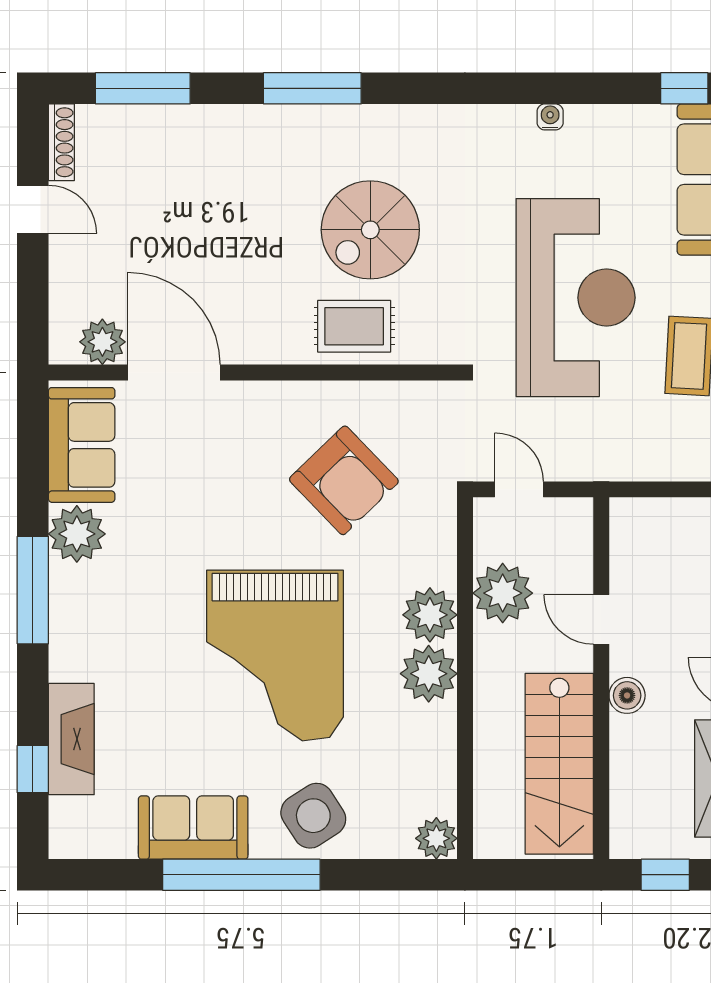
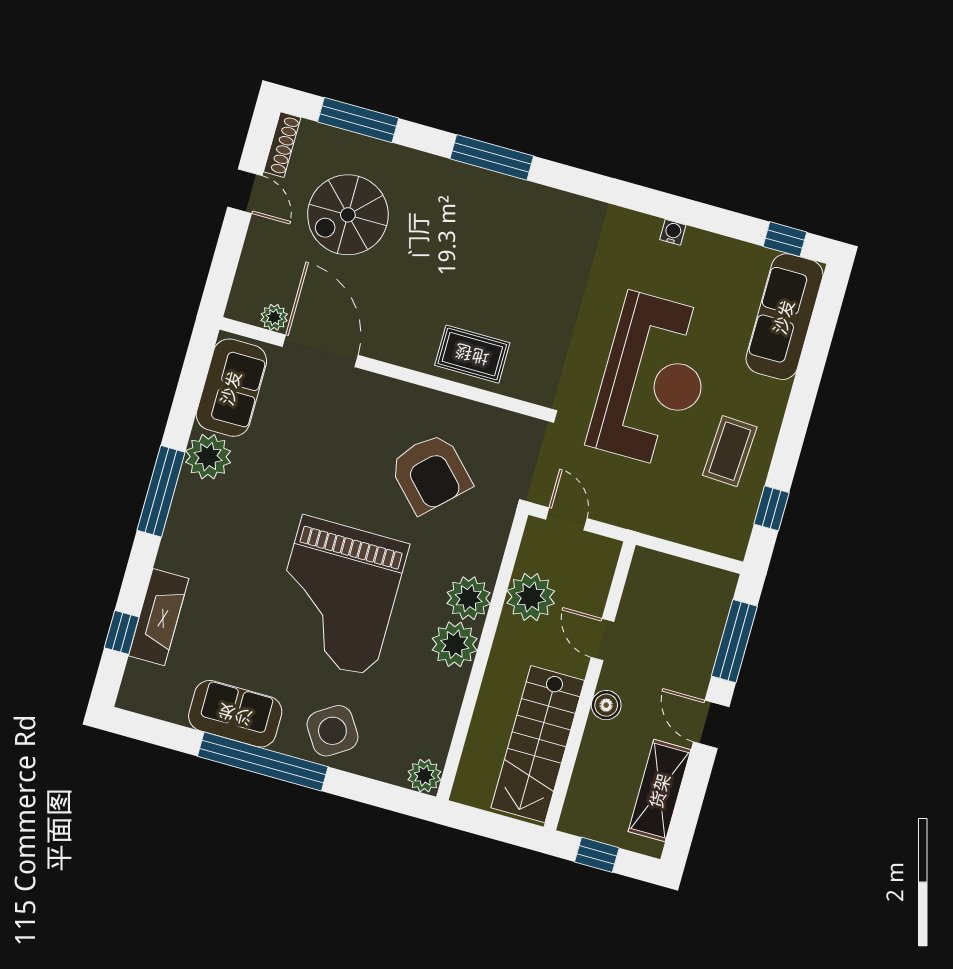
spiral stairs: (370, 230) -> (348, 215), moved
plant: (102, 342) -> (274, 317), width x0.73, depth x0.73

